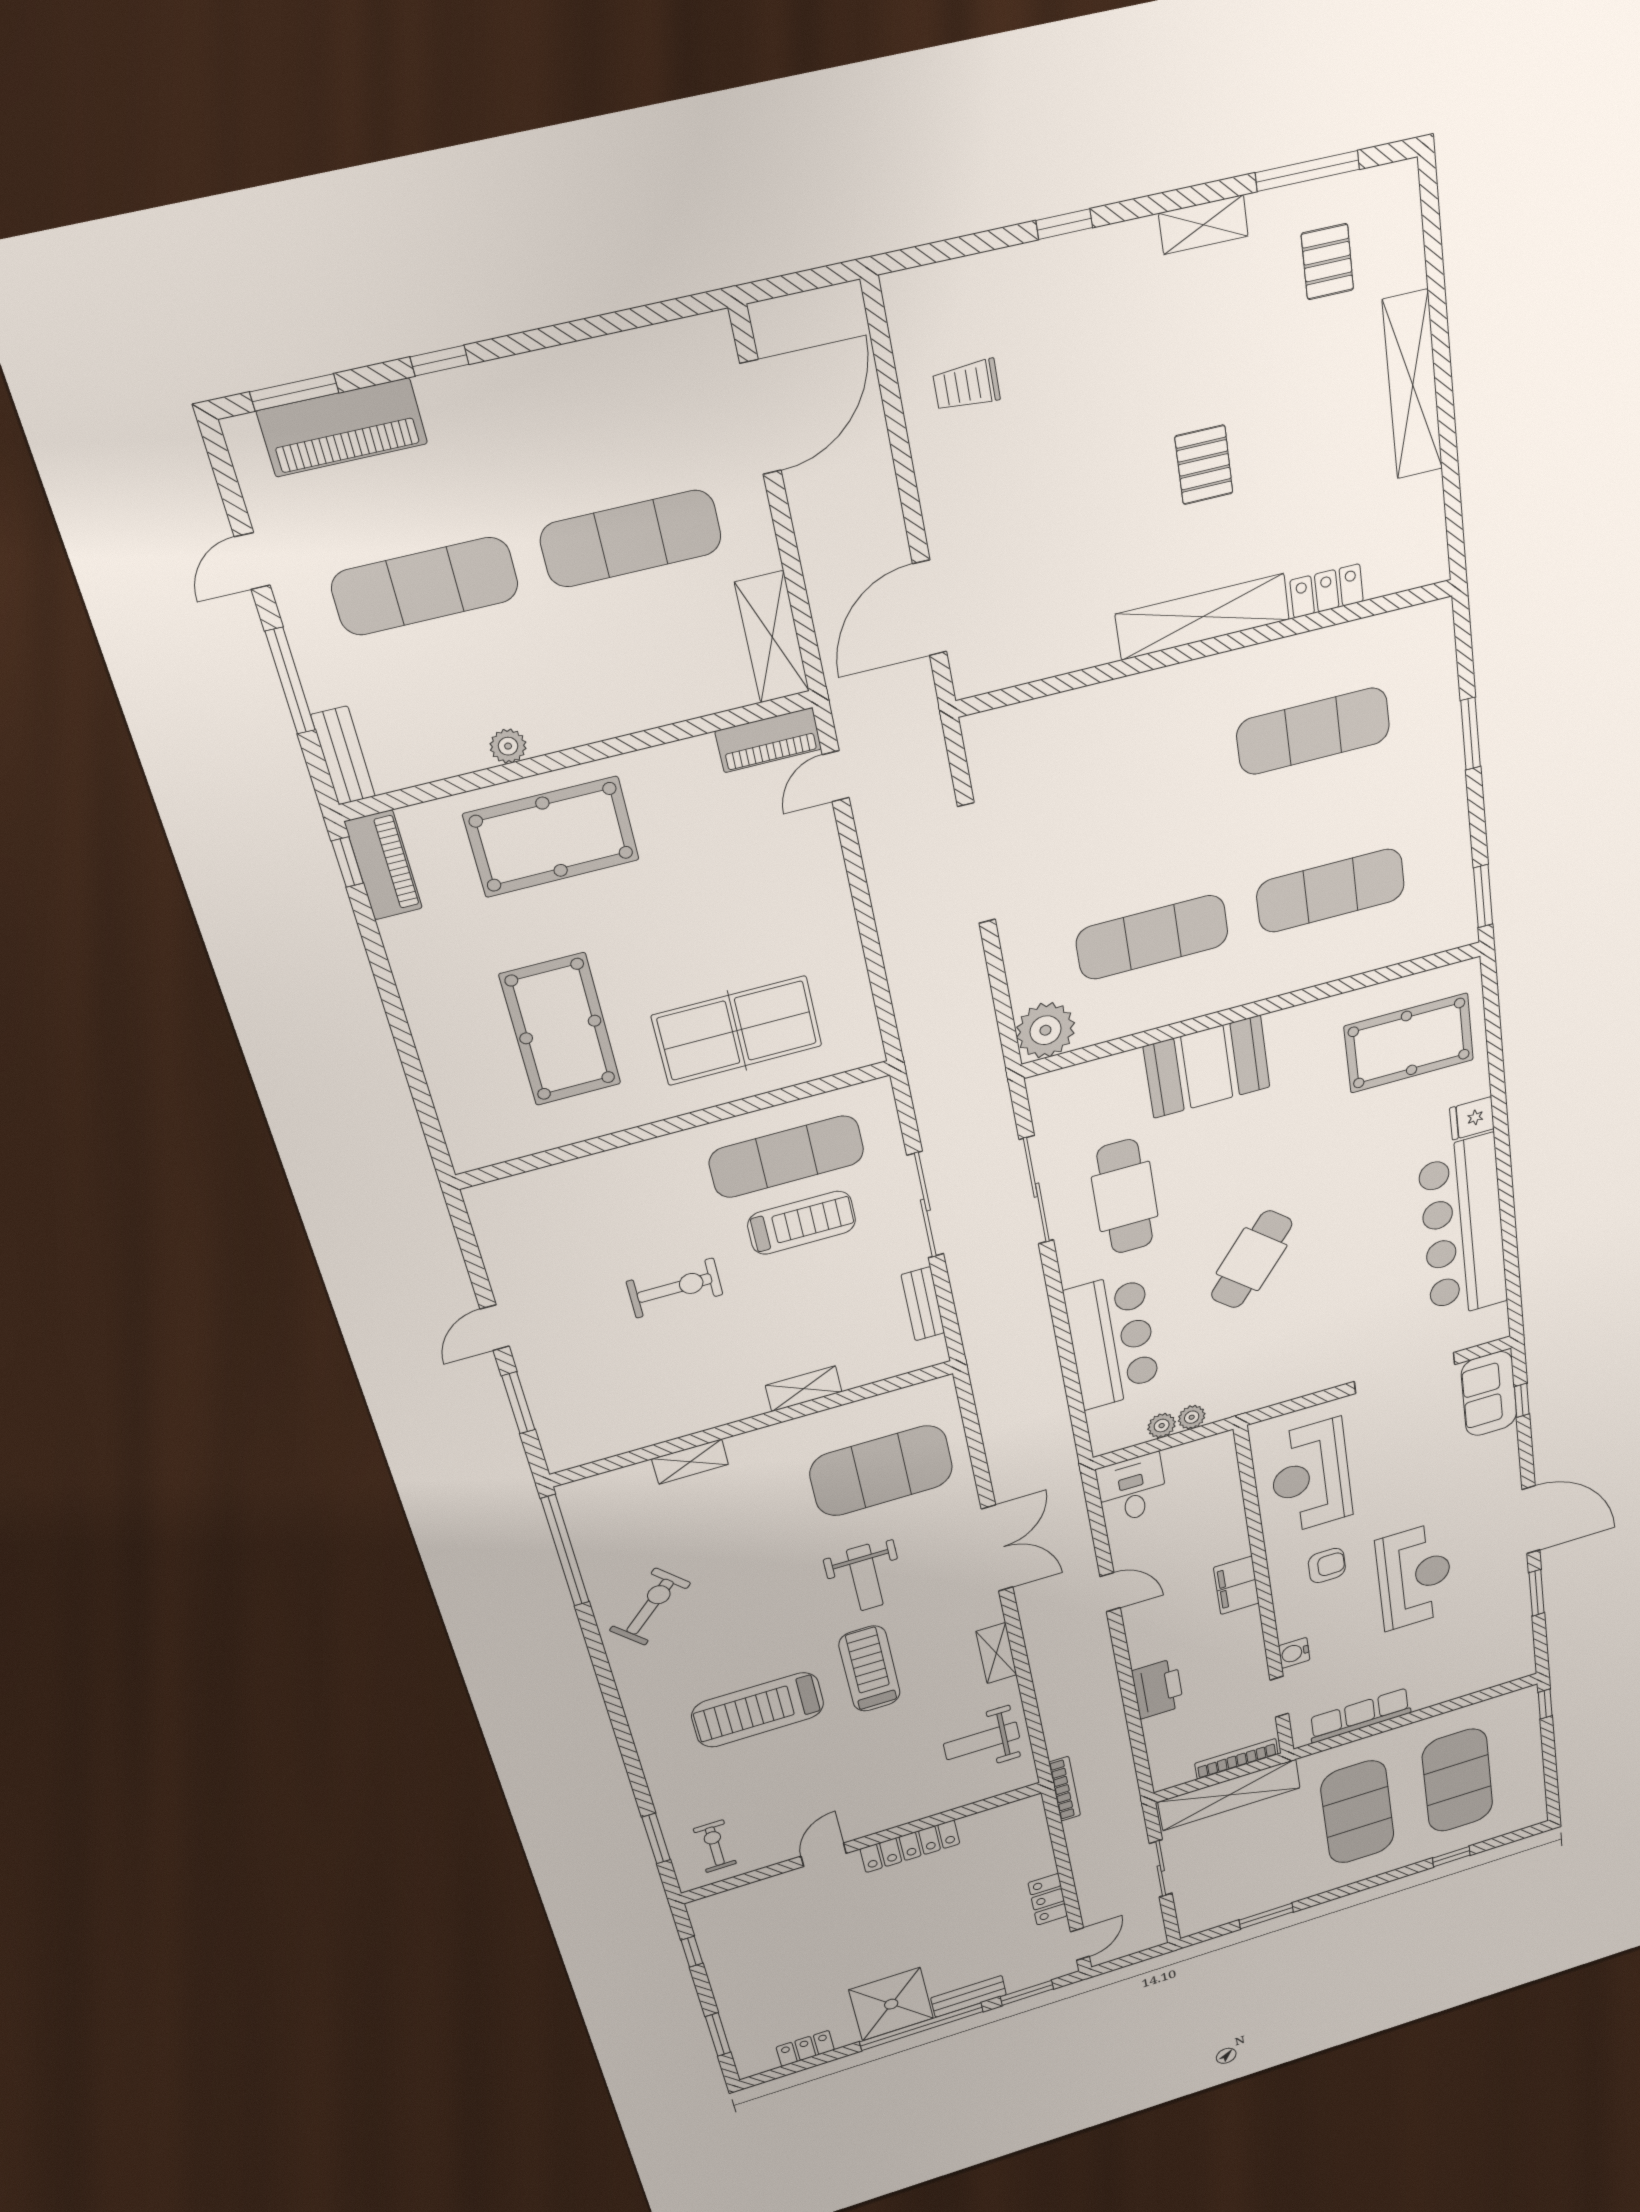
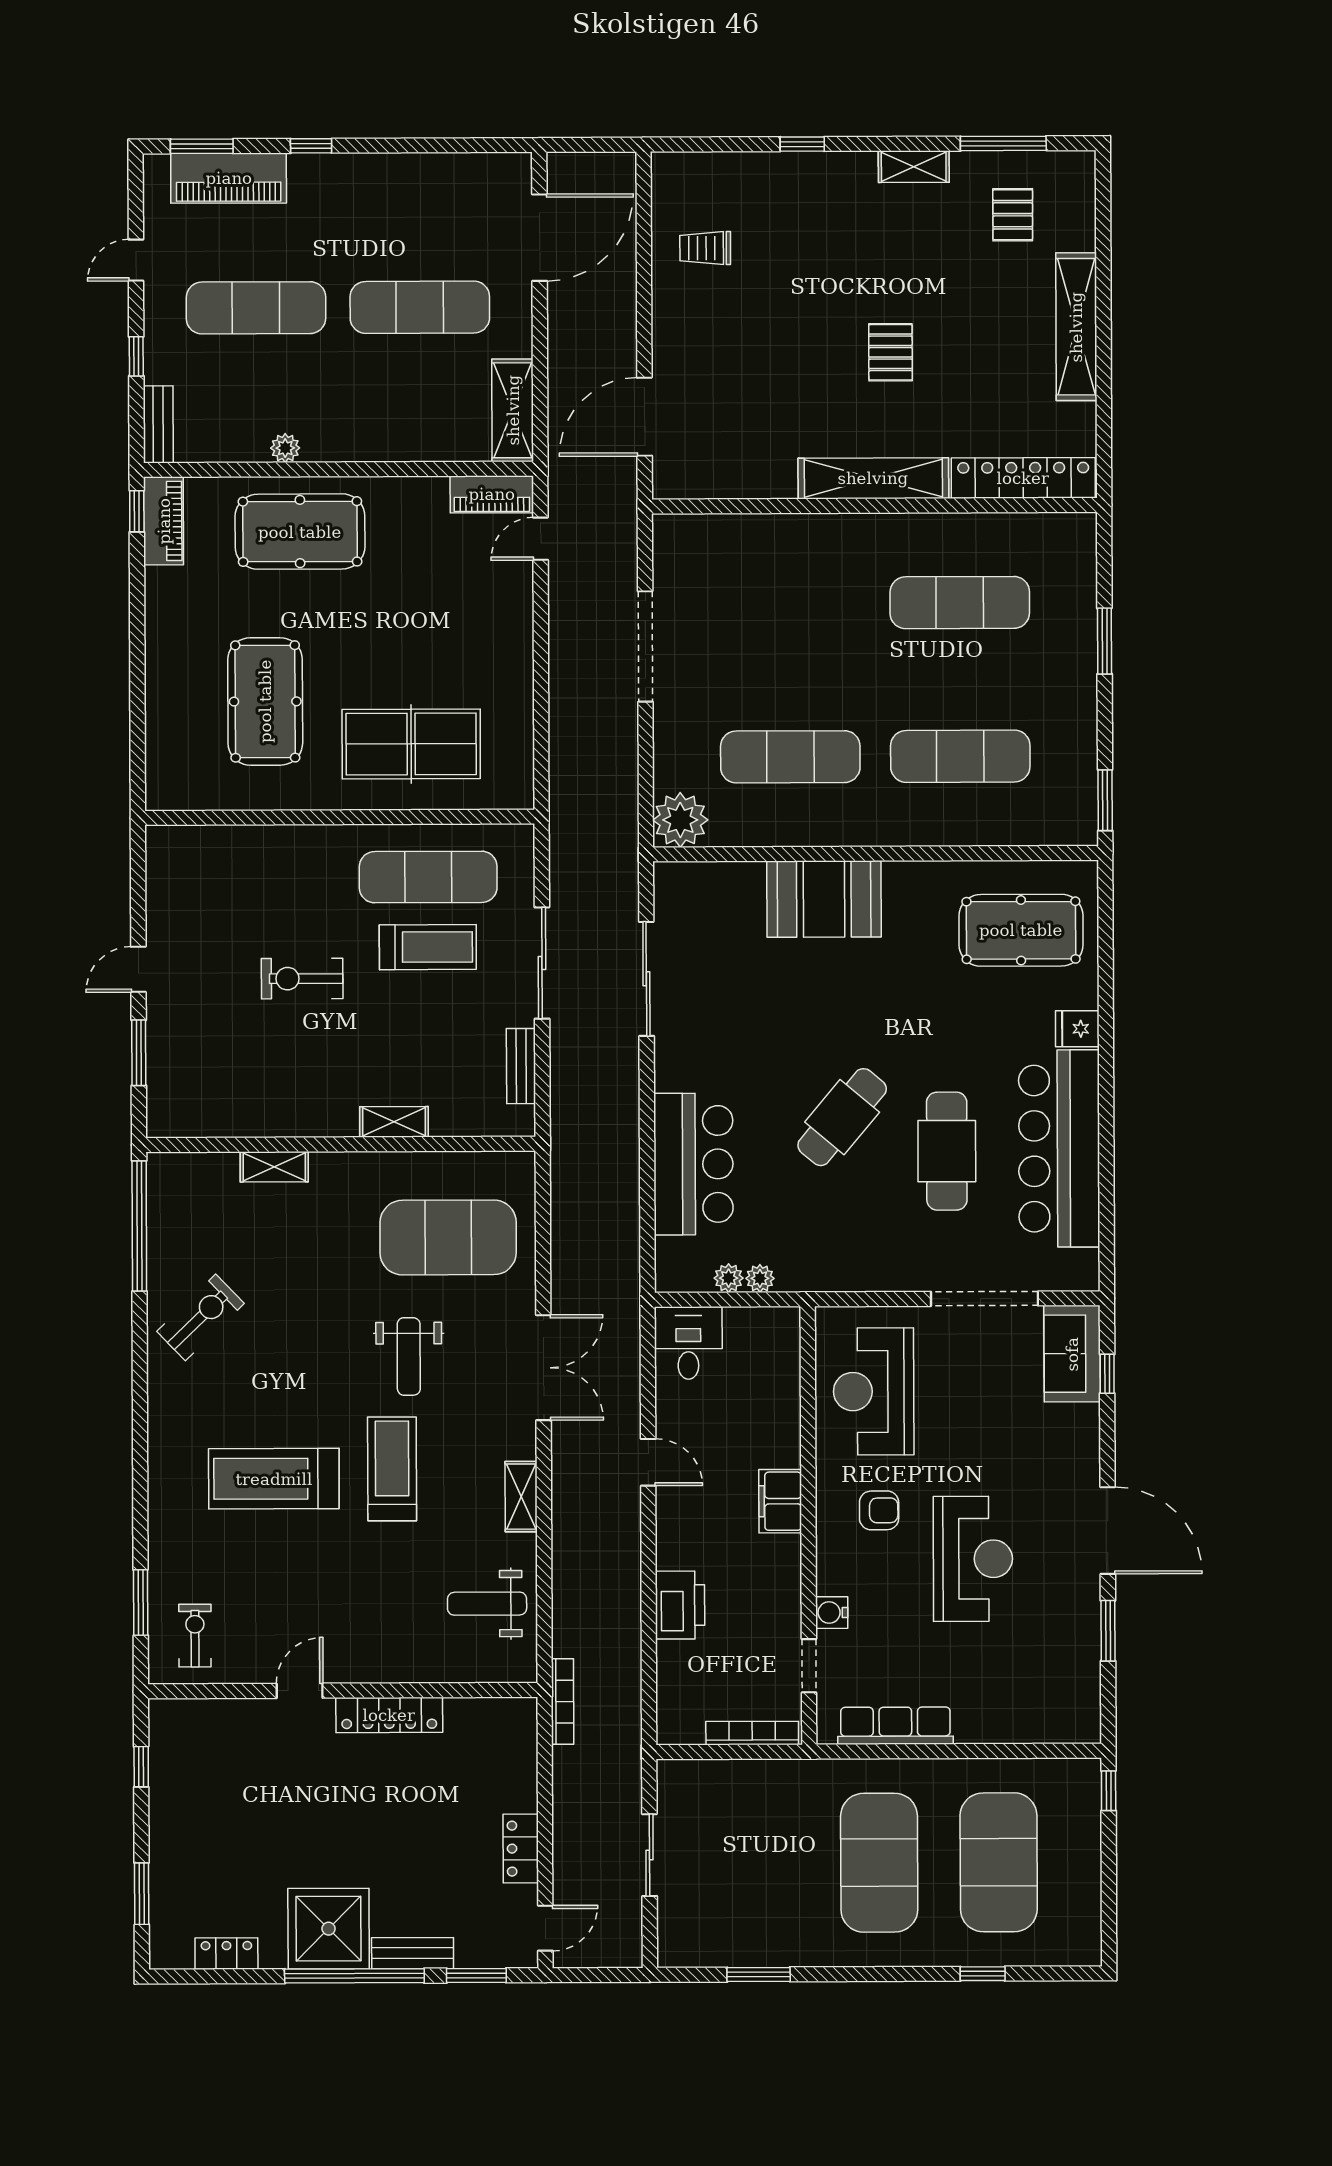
locker: (1327, 591) -> (1023, 478), width x2.16, depth x1.21
window: (290, 681) -> (136, 356), width x0.46
cafe table: (1125, 1197) -> (947, 1151), moved
exercise bike: (675, 1288) -> (302, 979), turned 180
shelving: (1229, 1795) -> (738, 1780), removed

